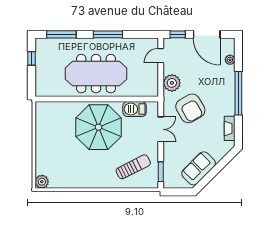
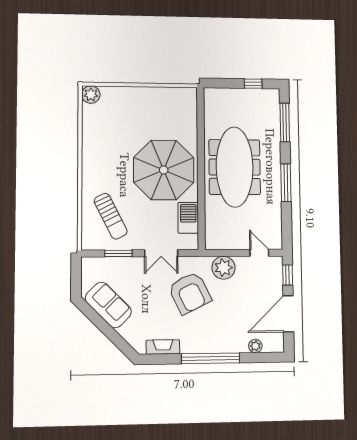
armchair: (190, 108) -> (190, 293), turned -86
window: (161, 172) -> (118, 253), moved

